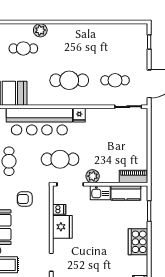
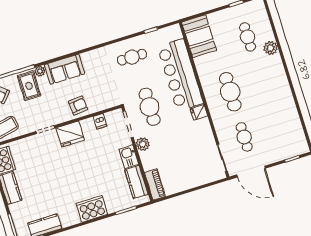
armchair: (25, 199) -> (78, 105), moved, turned 85
fridge: (62, 227) -> (70, 134), moved

